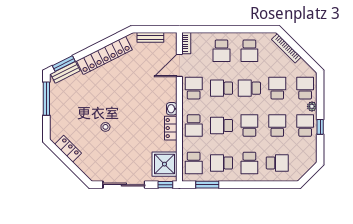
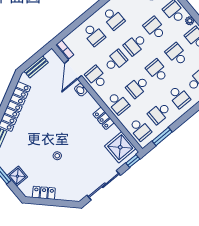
school desk: (222, 88) -> (116, 61), turned 180
washbasin: (172, 109) -> (81, 90), moved
shower: (58, 116) -> (17, 176), added

